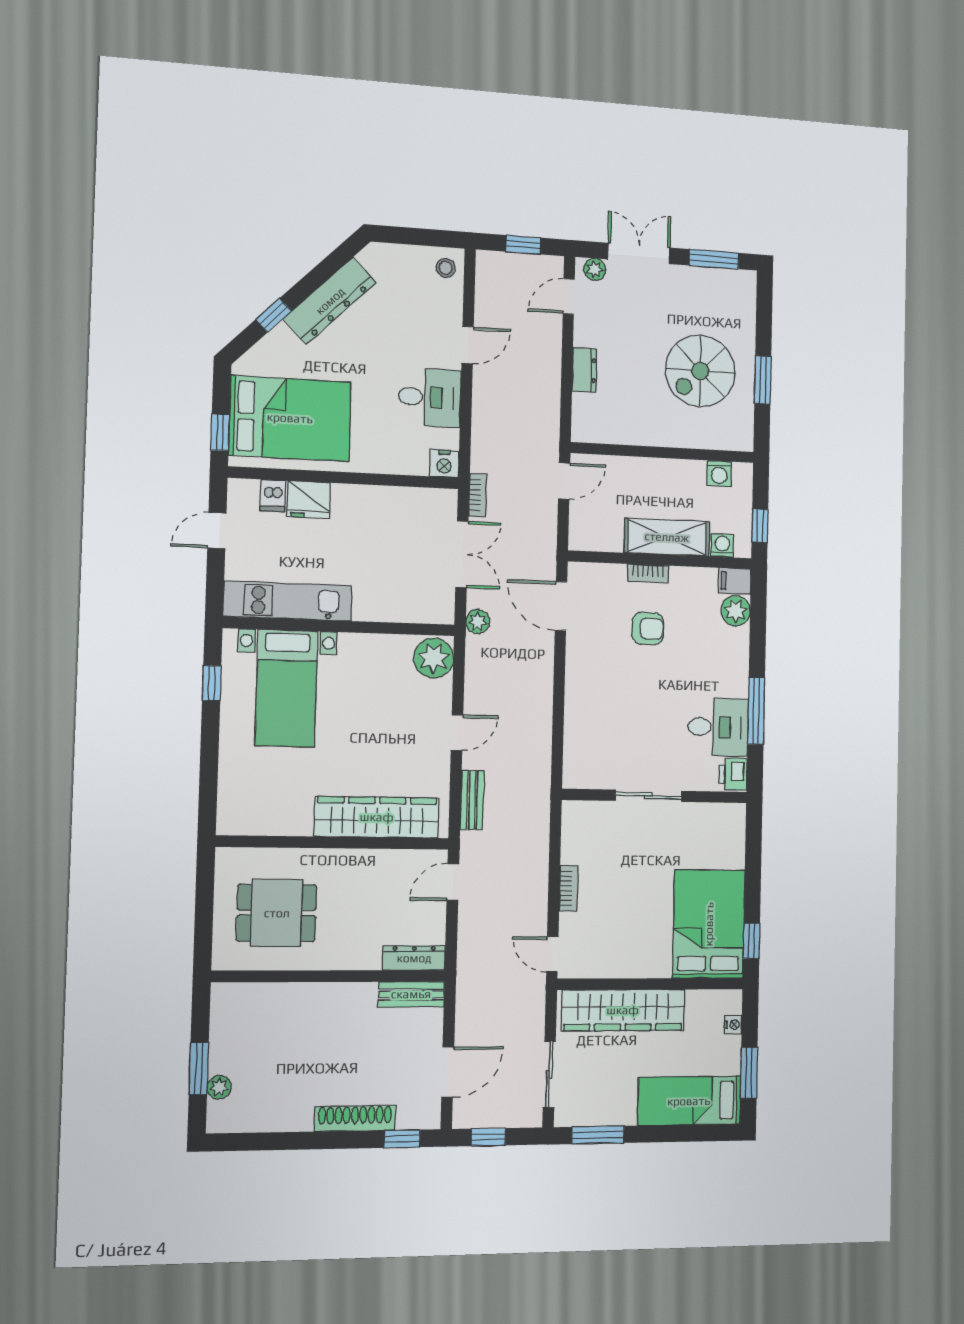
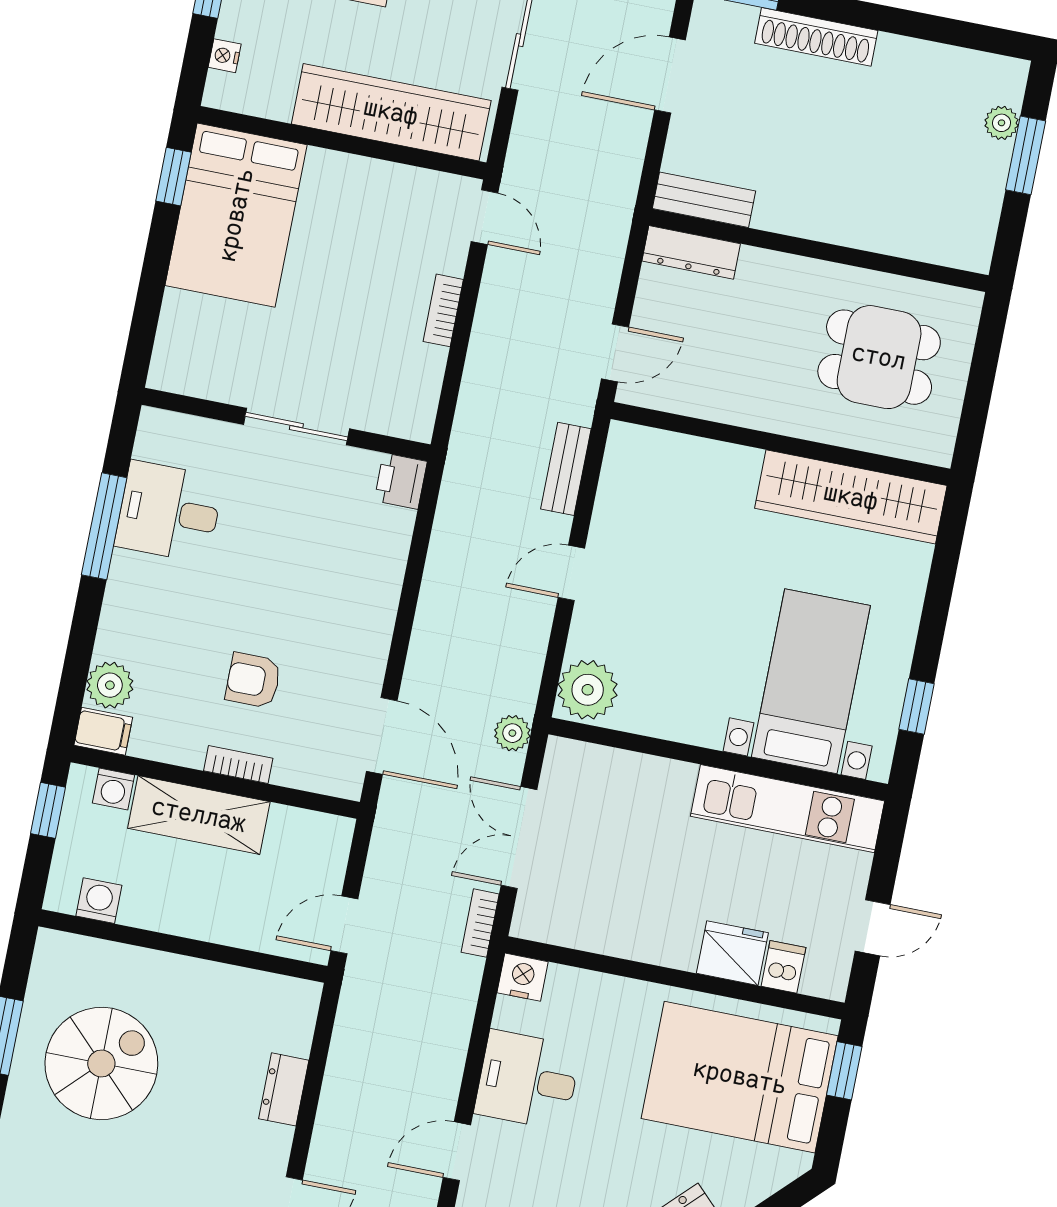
printer: (733, 774) -> (401, 481), moved, turned 180
wardrobe: (377, 817) -> (851, 497), moved

